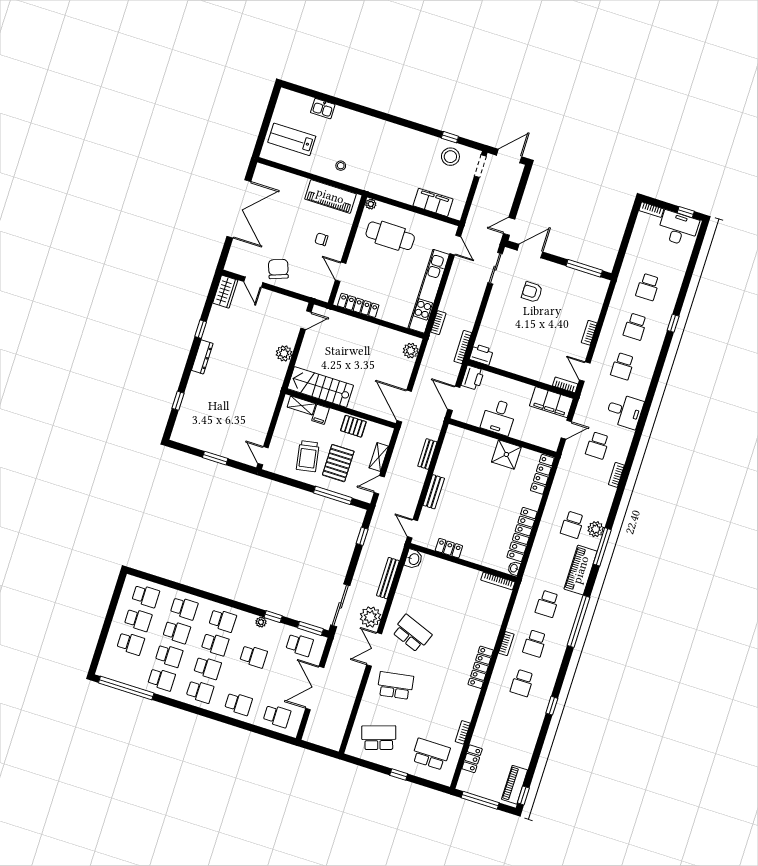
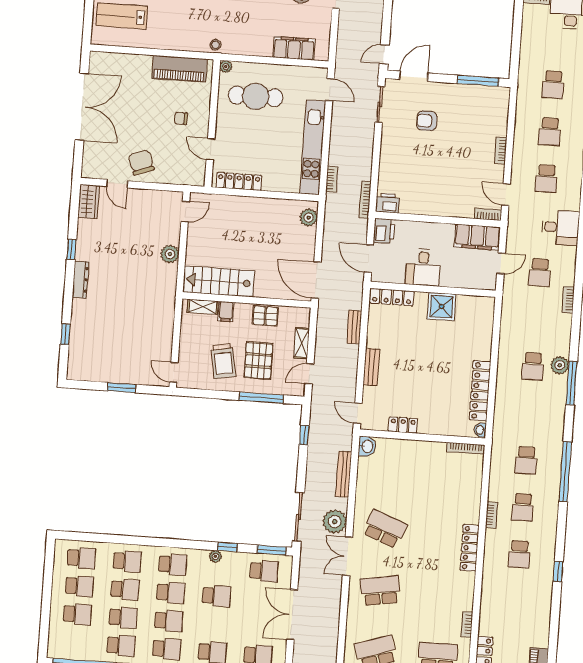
stool: (341, 166) -> (216, 45), moved
locker: (542, 474) -> (392, 297), moved, turned -90
piano: (581, 570) -> (554, 414), removed

